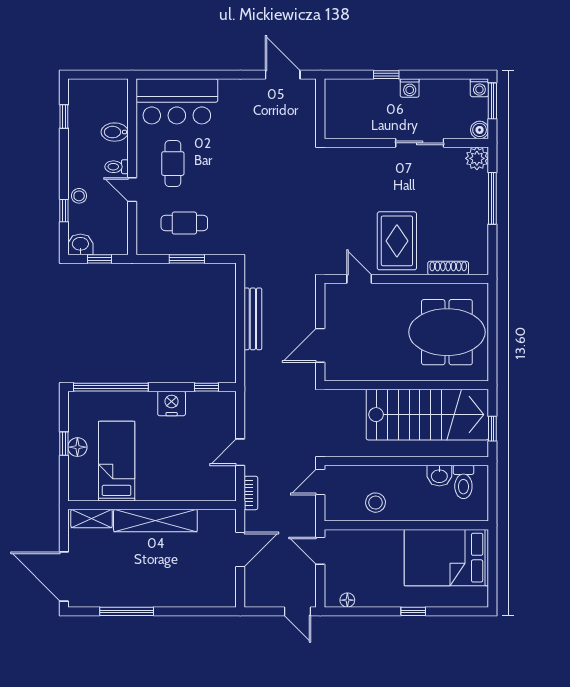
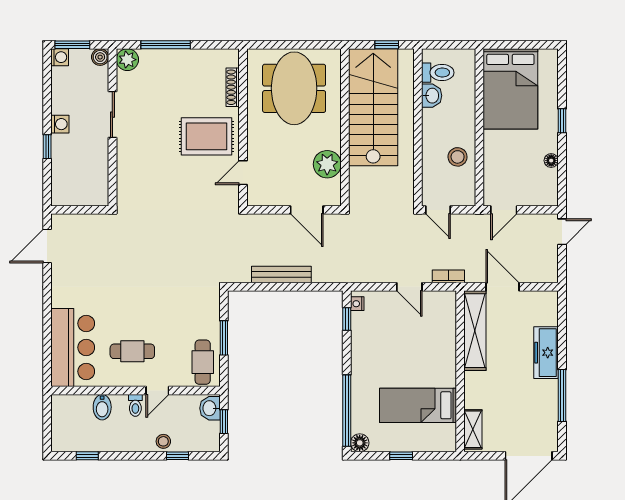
cafe table: (184, 223) -> (203, 362), moved
washbasin: (80, 244) -> (210, 408), moved
plant: (368, 367) -> (327, 164), added
nightstand: (172, 403) -> (357, 304), moved, width x0.53, depth x0.56
floor lamp: (77, 447) -> (360, 443), moved
shelving: (155, 521) -> (475, 331), moved
freezer: (171, 595) -> (546, 353), added
floor lamp: (347, 600) -> (551, 161), moved

